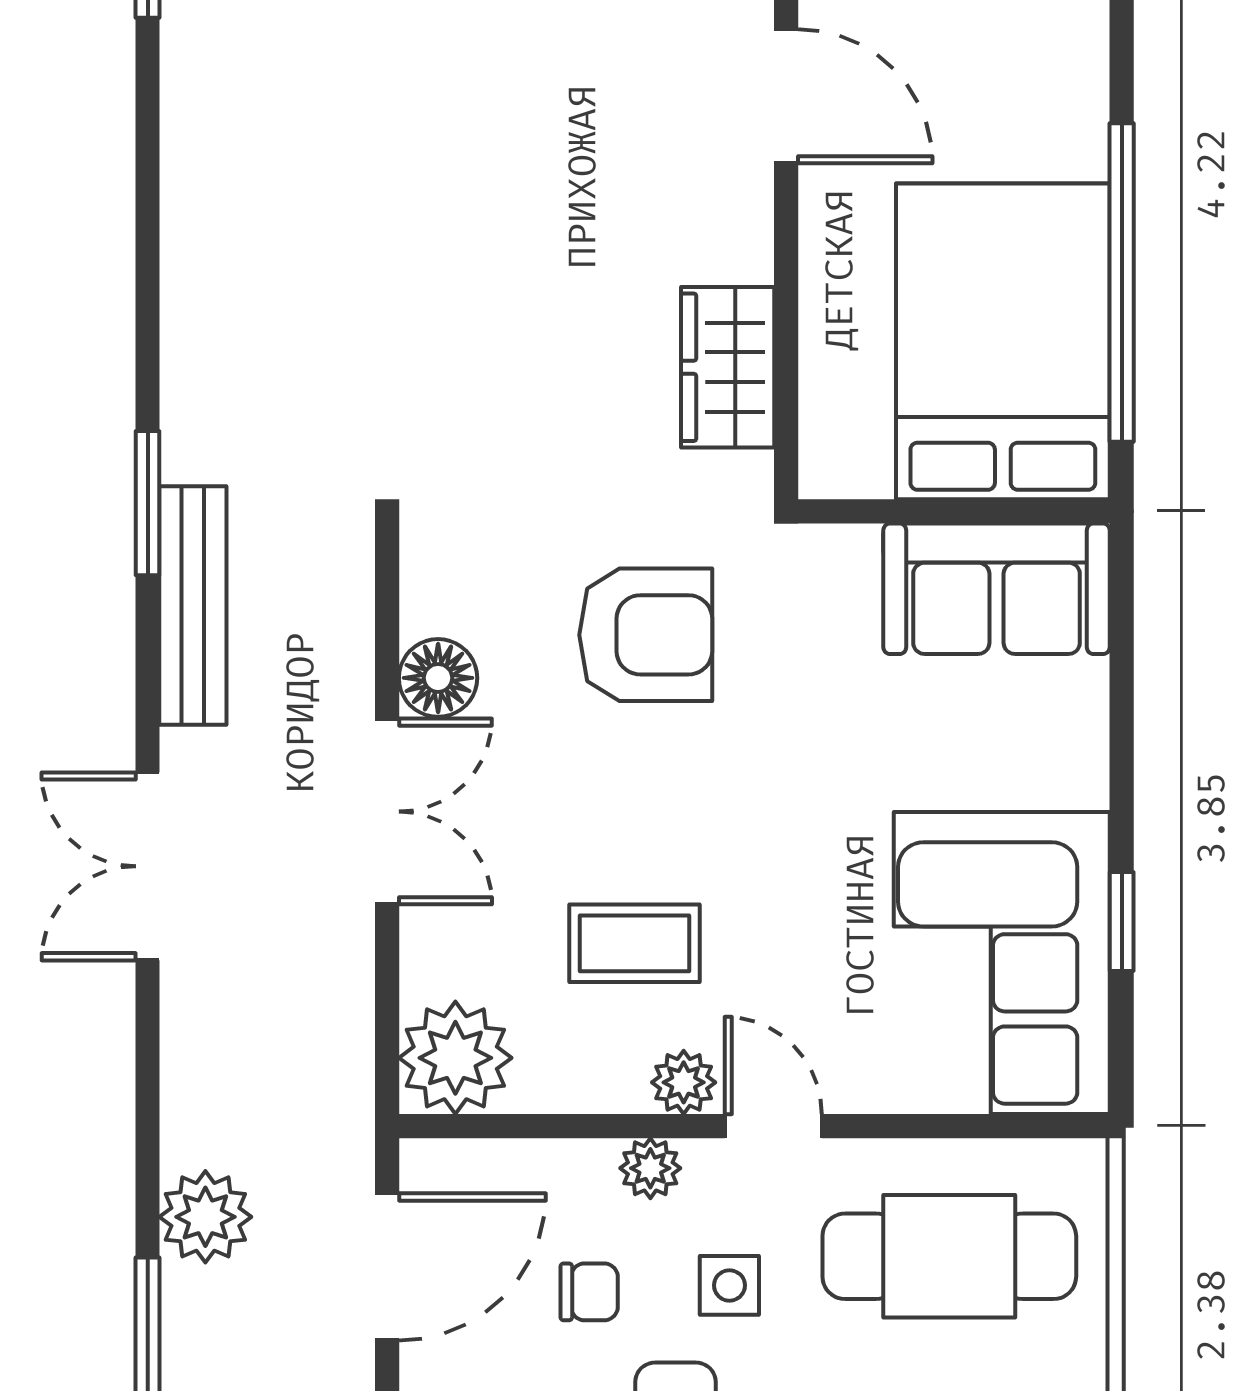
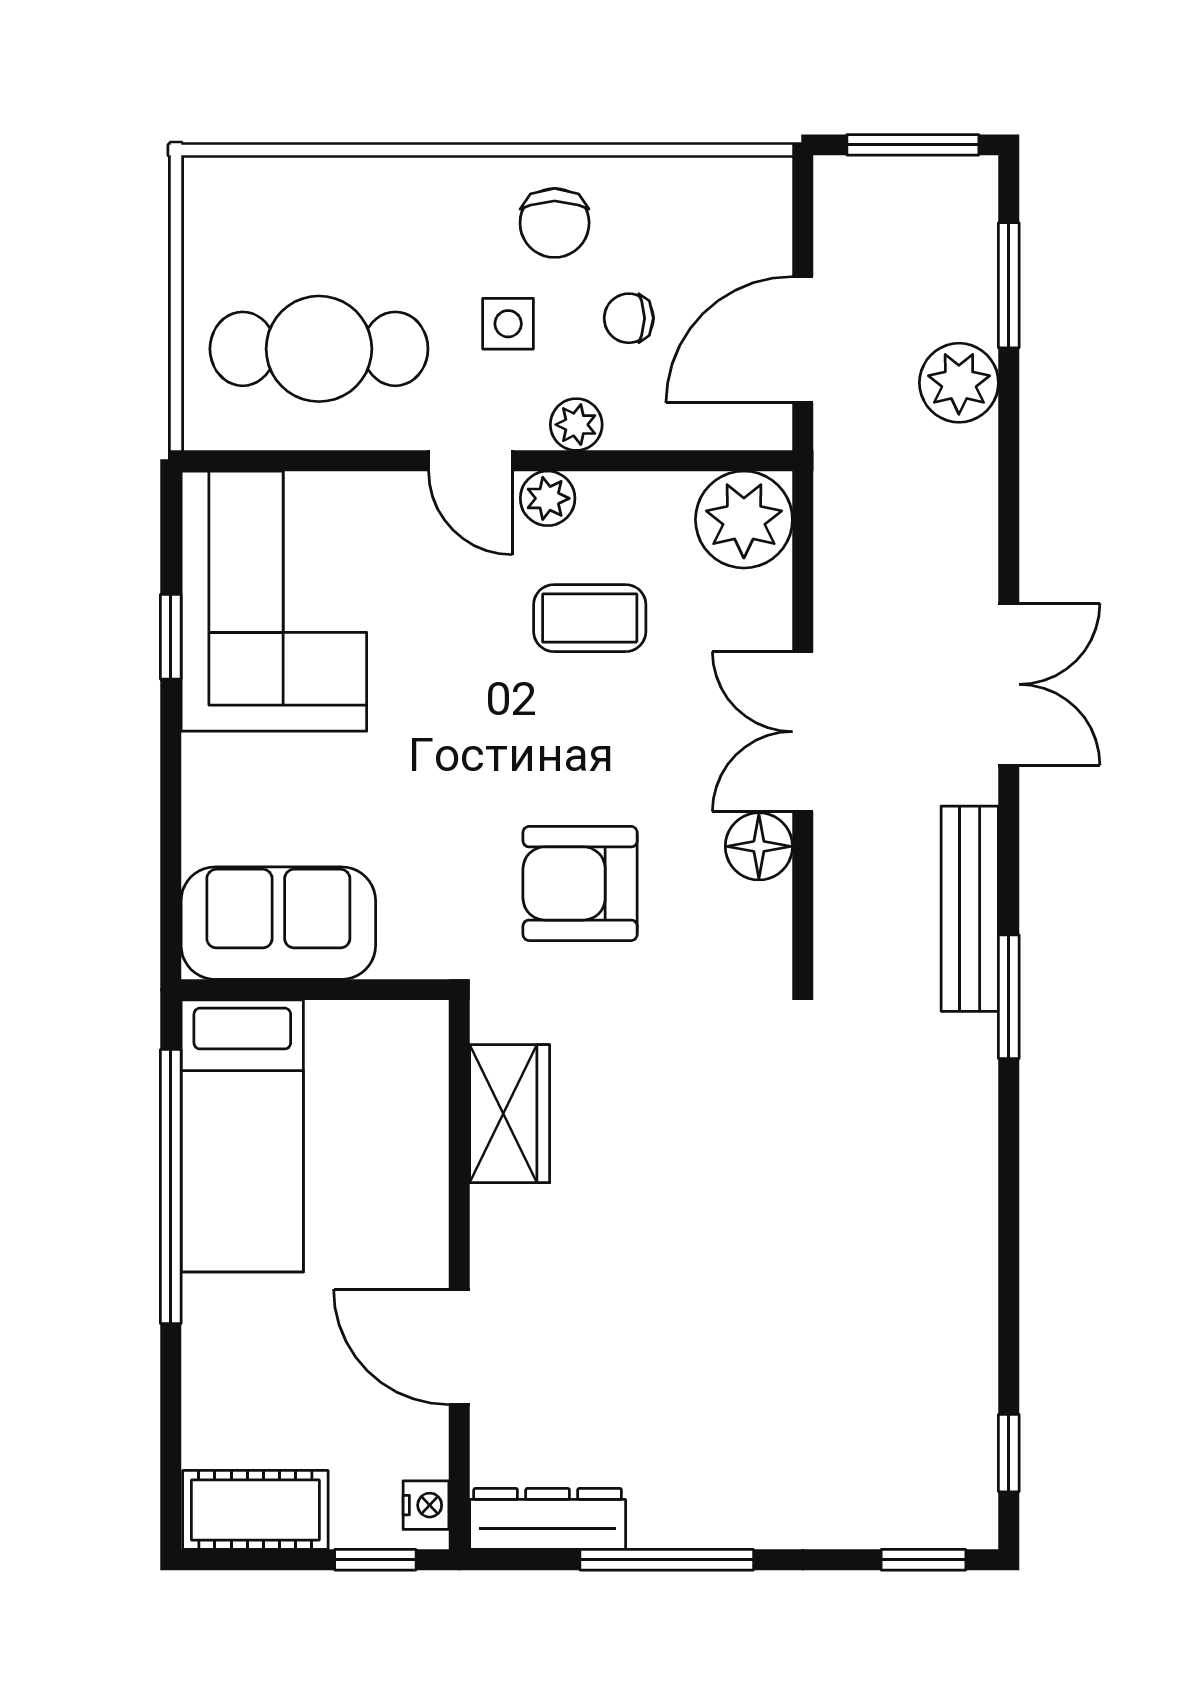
bed: (1003, 341) -> (242, 1136), width x0.67

